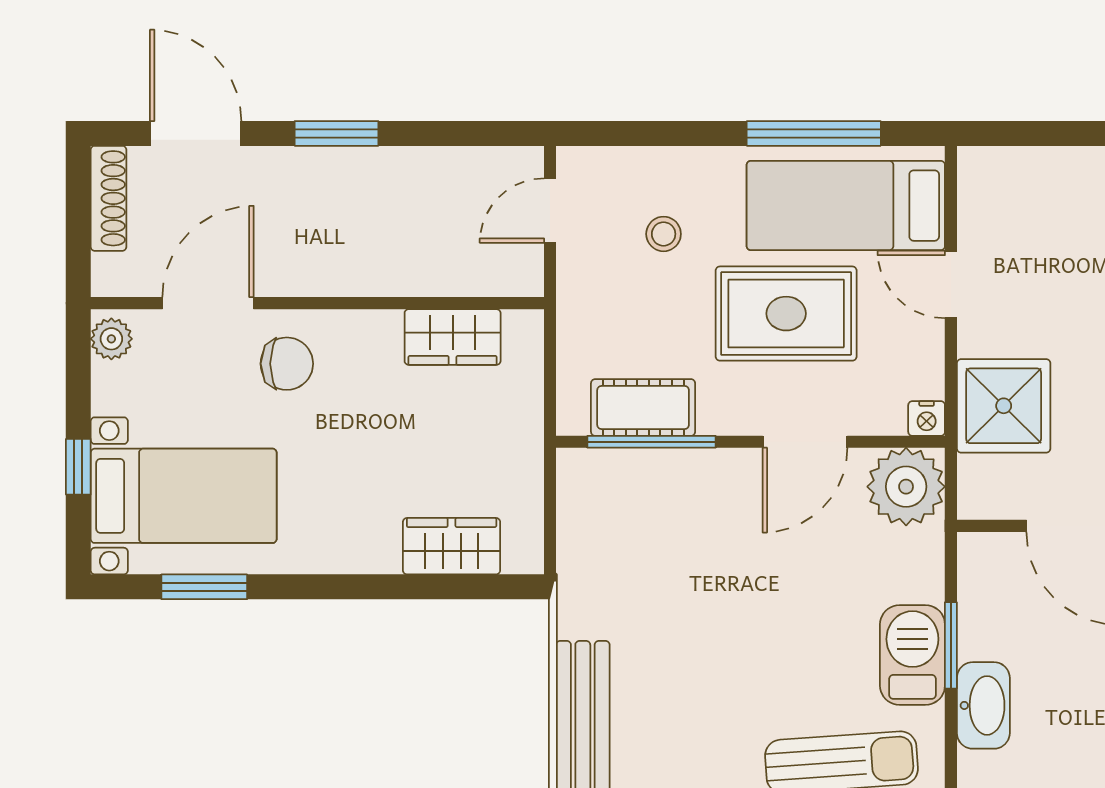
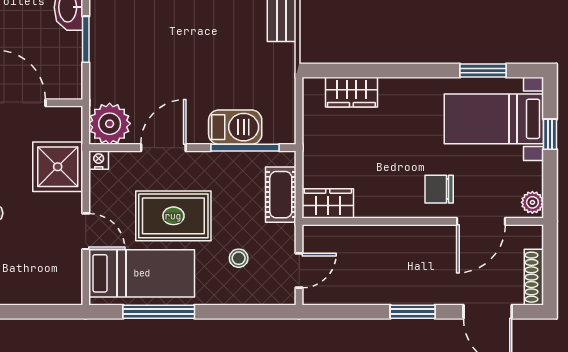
wardrobe: (453, 337) -> (328, 203), moved
cot: (643, 407) -> (281, 195), moved, turned 90
barbecue: (912, 655) -> (235, 127), moved, turned -90

